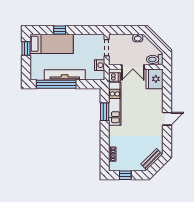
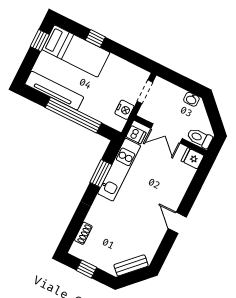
tv unit: (65, 75) -> (54, 91), moved
fridge: (154, 79) -> (192, 158), width x0.53, depth x0.75
window: (56, 84) -> (73, 115), moved
door: (167, 119) -> (177, 223), swing flipped

